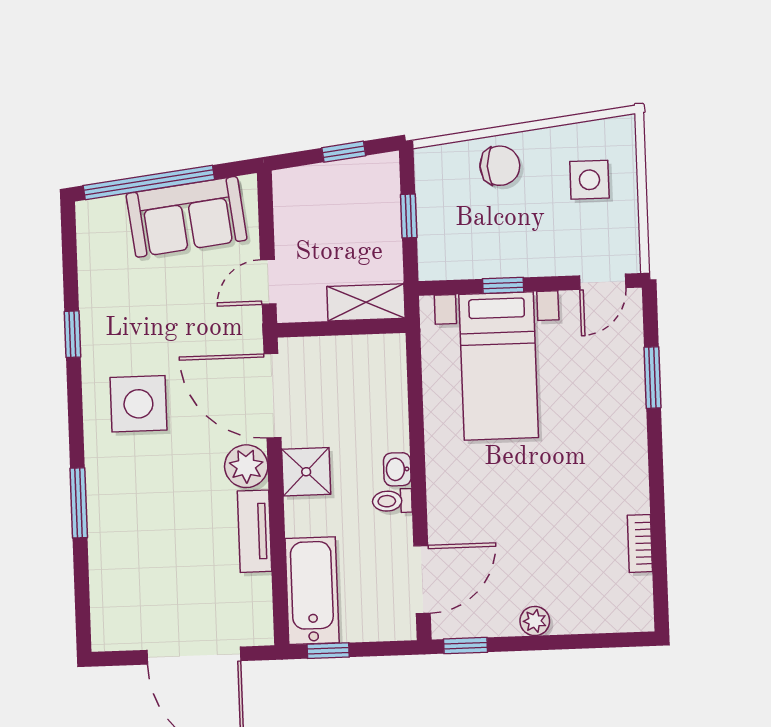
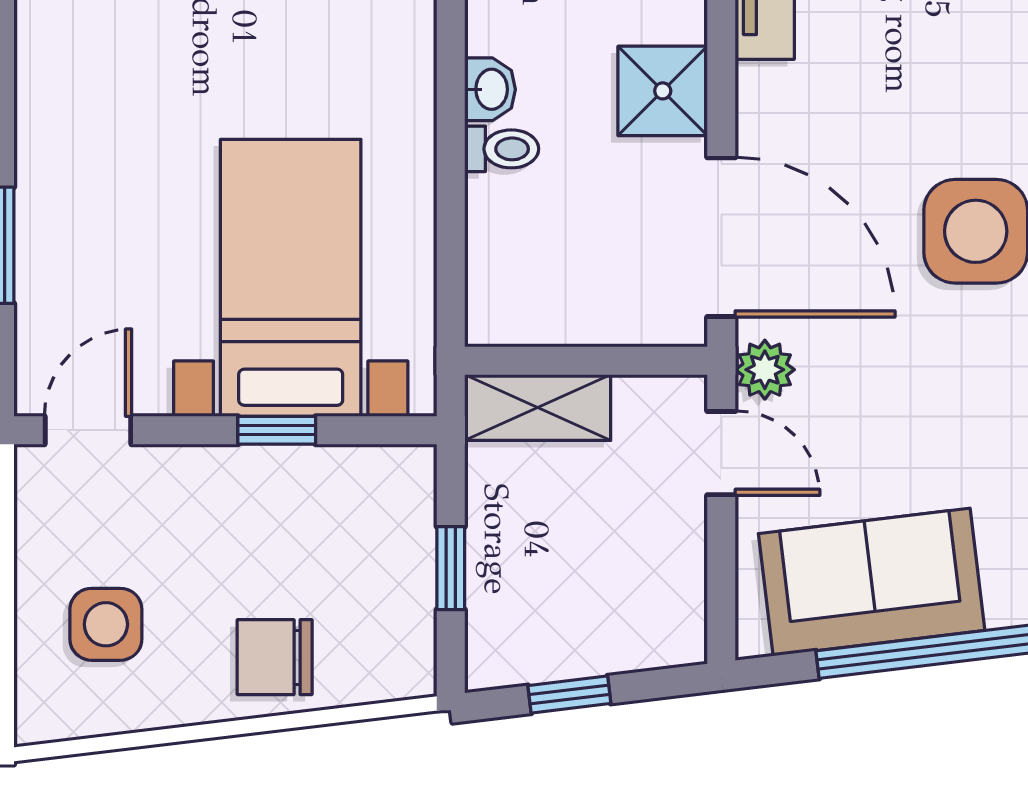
door: (268, 282) -> (721, 453), hinge flipped
plant: (246, 466) -> (765, 370), moved, width x0.73, depth x0.73
toilet: (392, 501) -> (502, 149), moved

